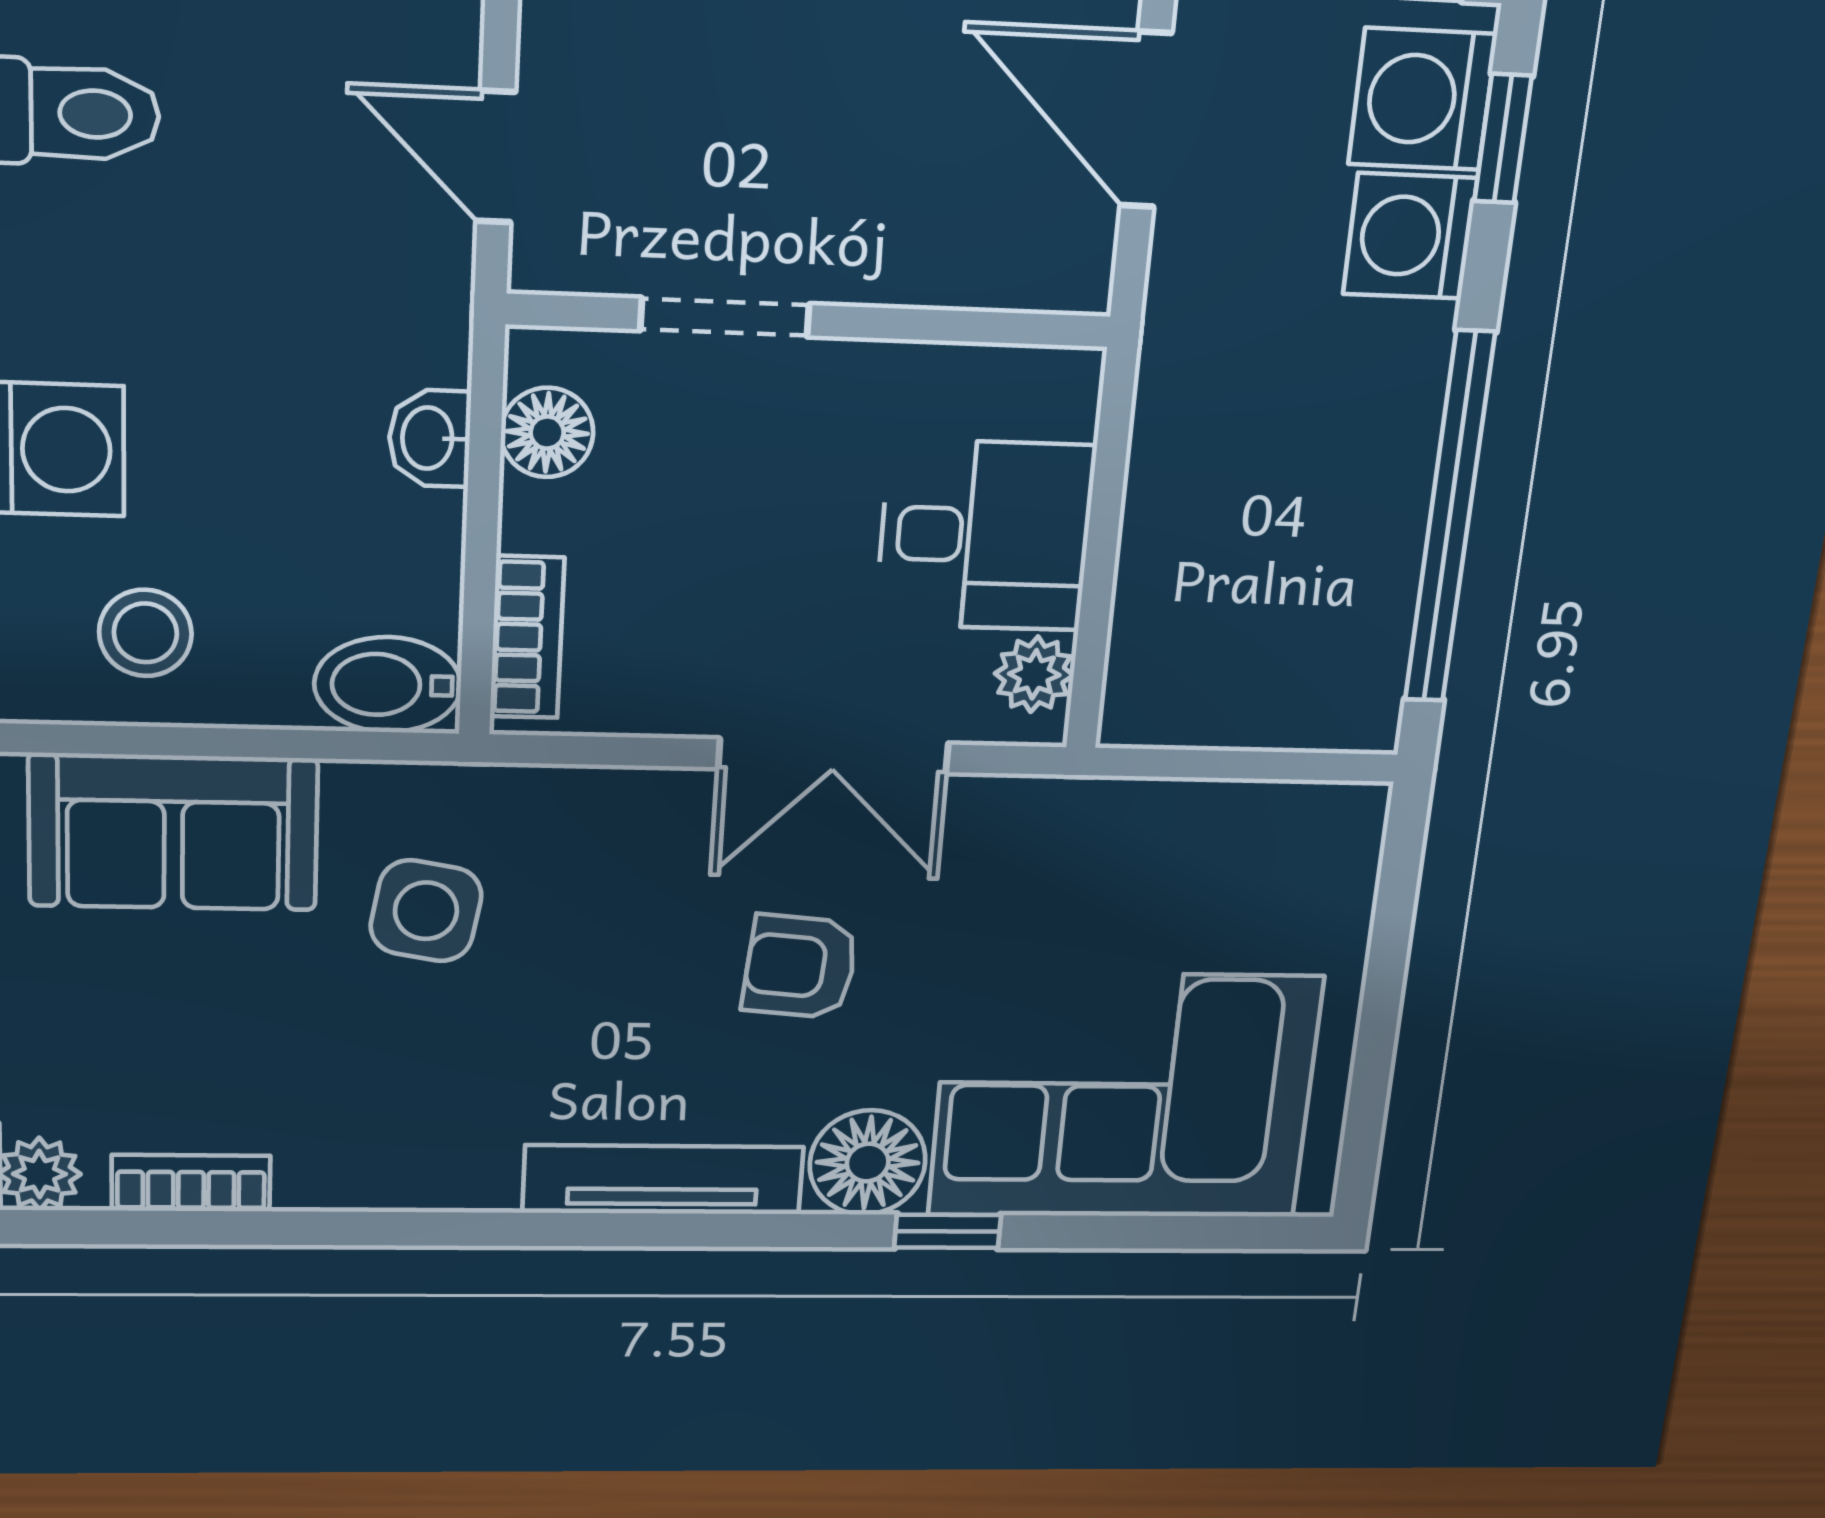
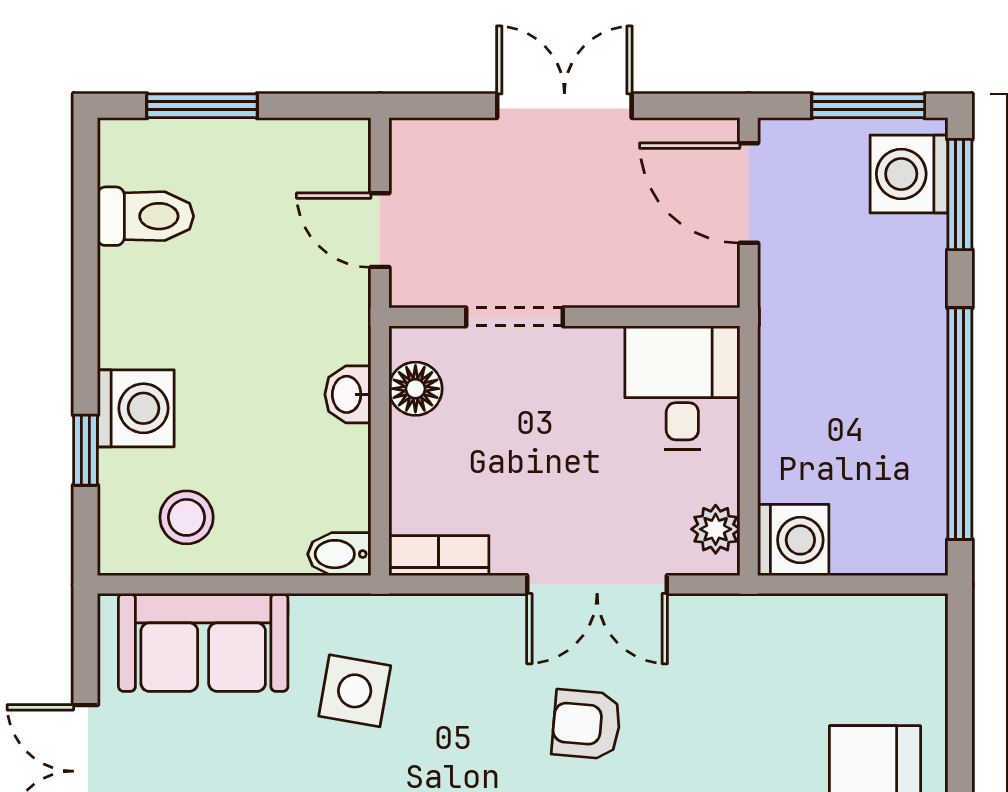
window: (1503, 139) -> (960, 194), width x1.50
washing machine: (1410, 236) -> (793, 540), moved, turned 180
desk: (985, 535) -> (682, 388), moved, turned -90
bookcase: (527, 637) -> (439, 556), moved, turned -90
bidet: (388, 685) -> (339, 554), width x0.72, depth x0.74

